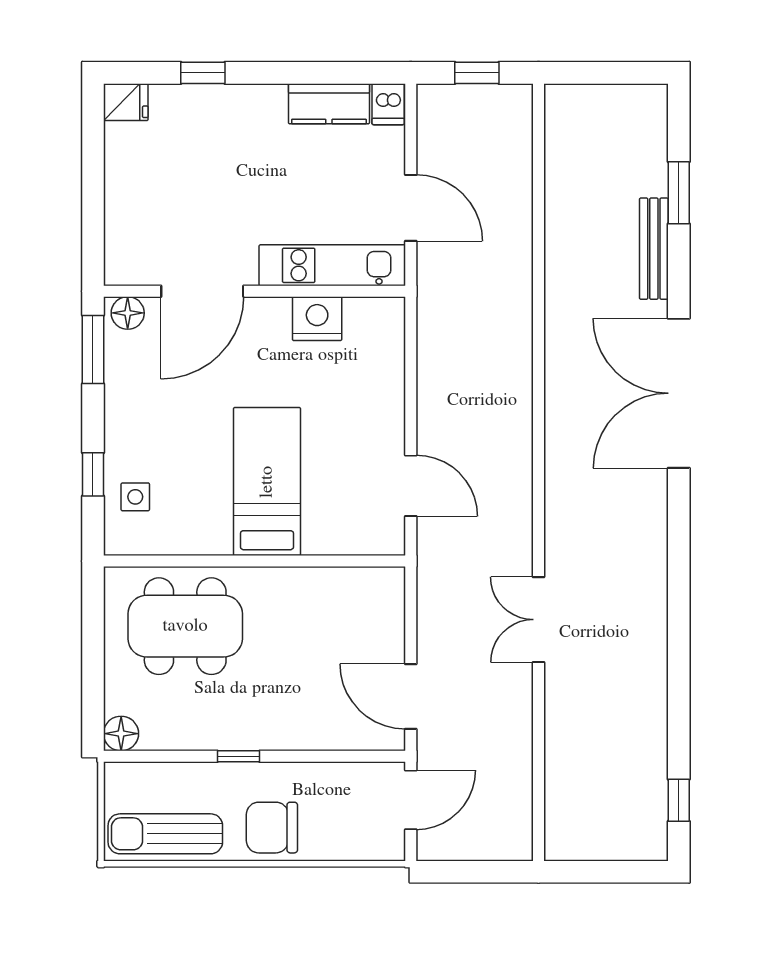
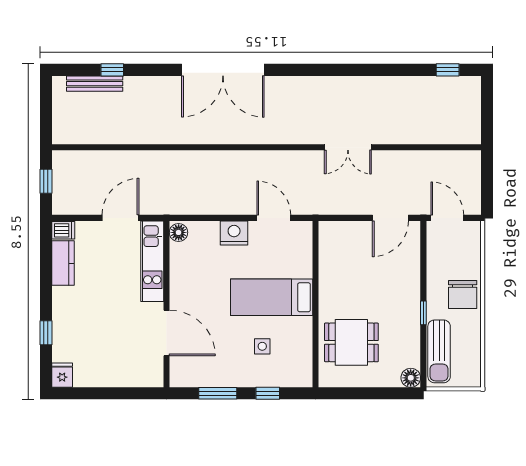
window: (679, 193) -> (112, 70), width x0.67
bench: (654, 249) -> (95, 84), moved
floor lamp: (128, 313) -> (179, 232), moved
nightstand: (317, 319) -> (234, 233), moved, turned 90
window: (93, 349) -> (218, 393), moved
door: (411, 486) -> (274, 218), hinge flipped
side table: (135, 497) -> (262, 346), moved
dining table: (185, 626) -> (351, 342), width x0.73
sun lounger: (165, 834) -> (439, 351), moved

